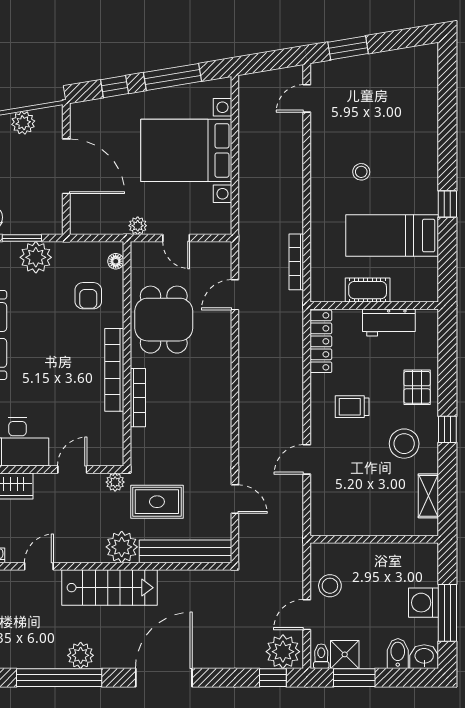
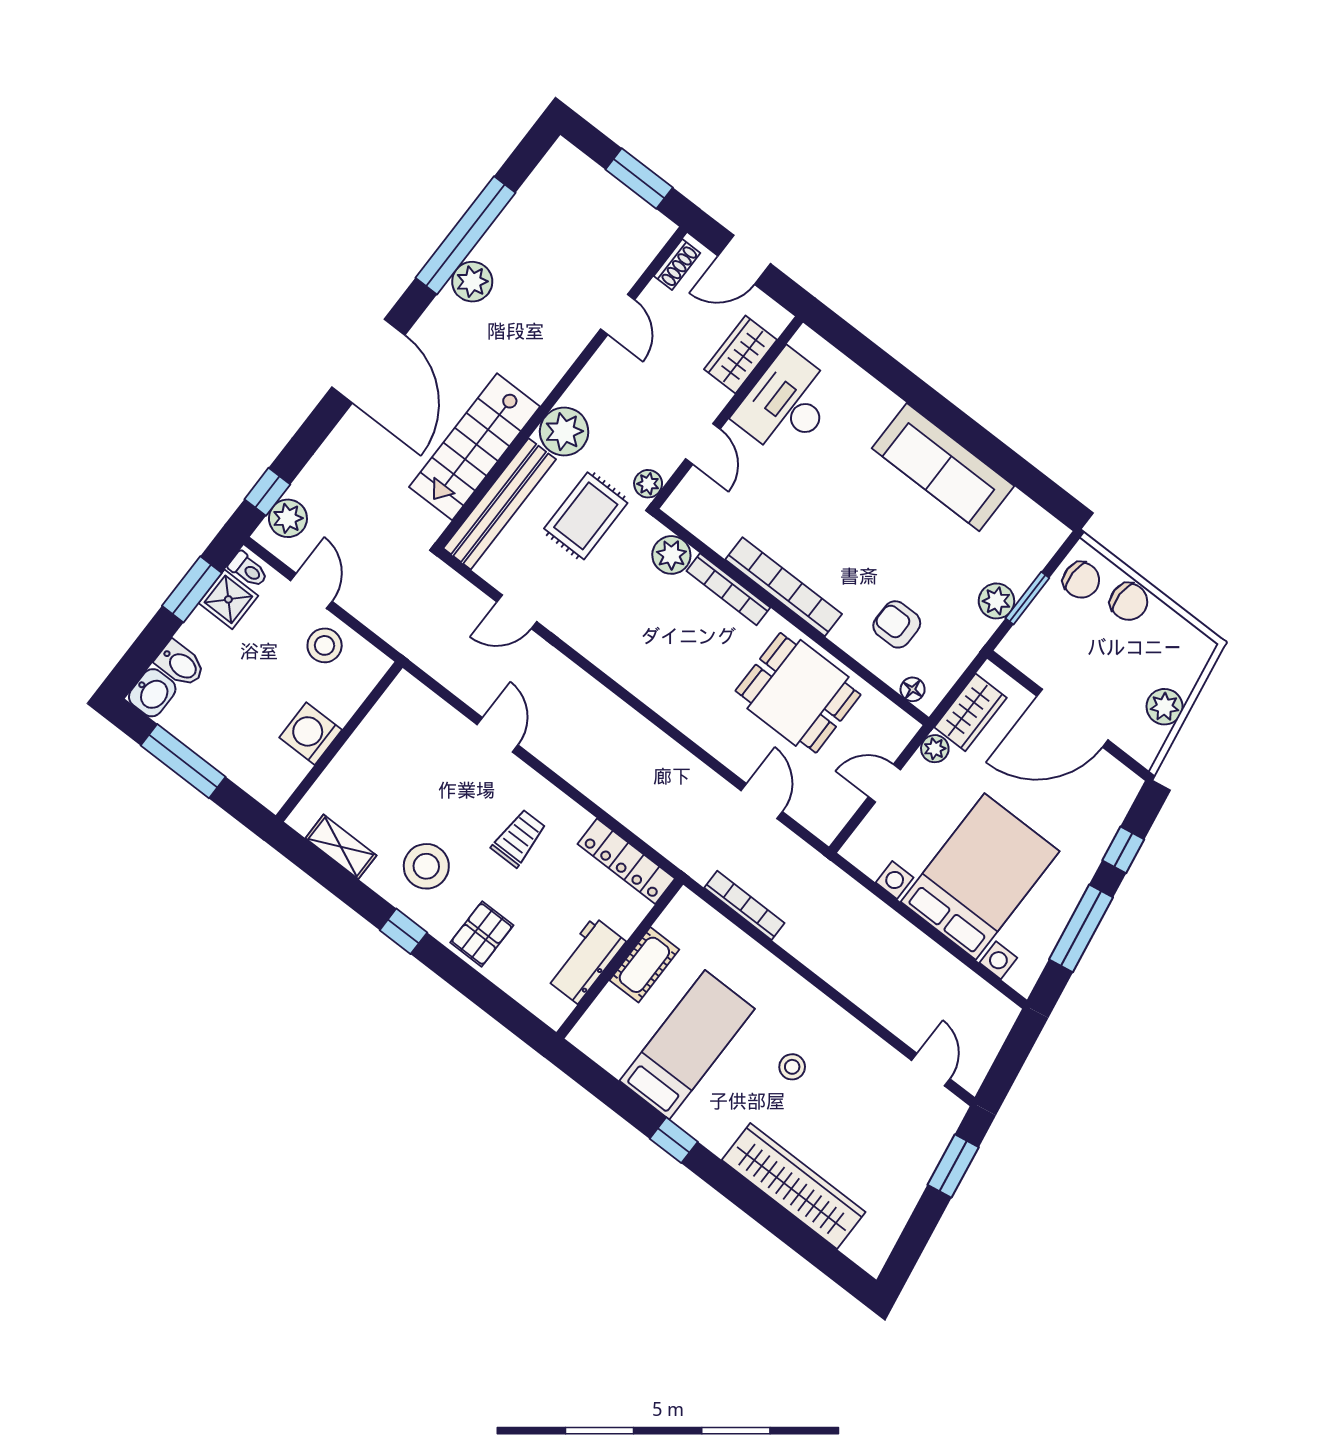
wardrobe: (423, 123) -> (794, 1186), added
wardrobe: (104, 222) -> (970, 712), added
plant: (36, 257) -> (996, 601), width x0.73, depth x0.73
pallet: (417, 387) -> (482, 934), turned 90
plant: (143, 441) -> (671, 555), added
stairs: (110, 588) -> (475, 447), moved
washing machine: (423, 603) -> (311, 734), moved, turned -90
plant: (283, 652) -> (288, 518), width x0.73, depth x0.73

